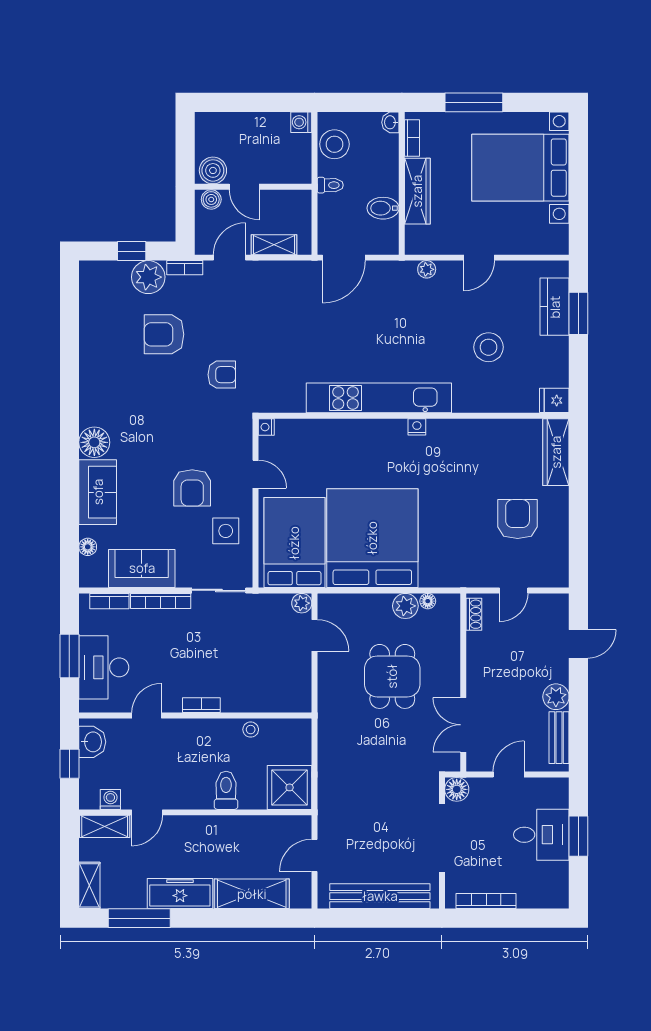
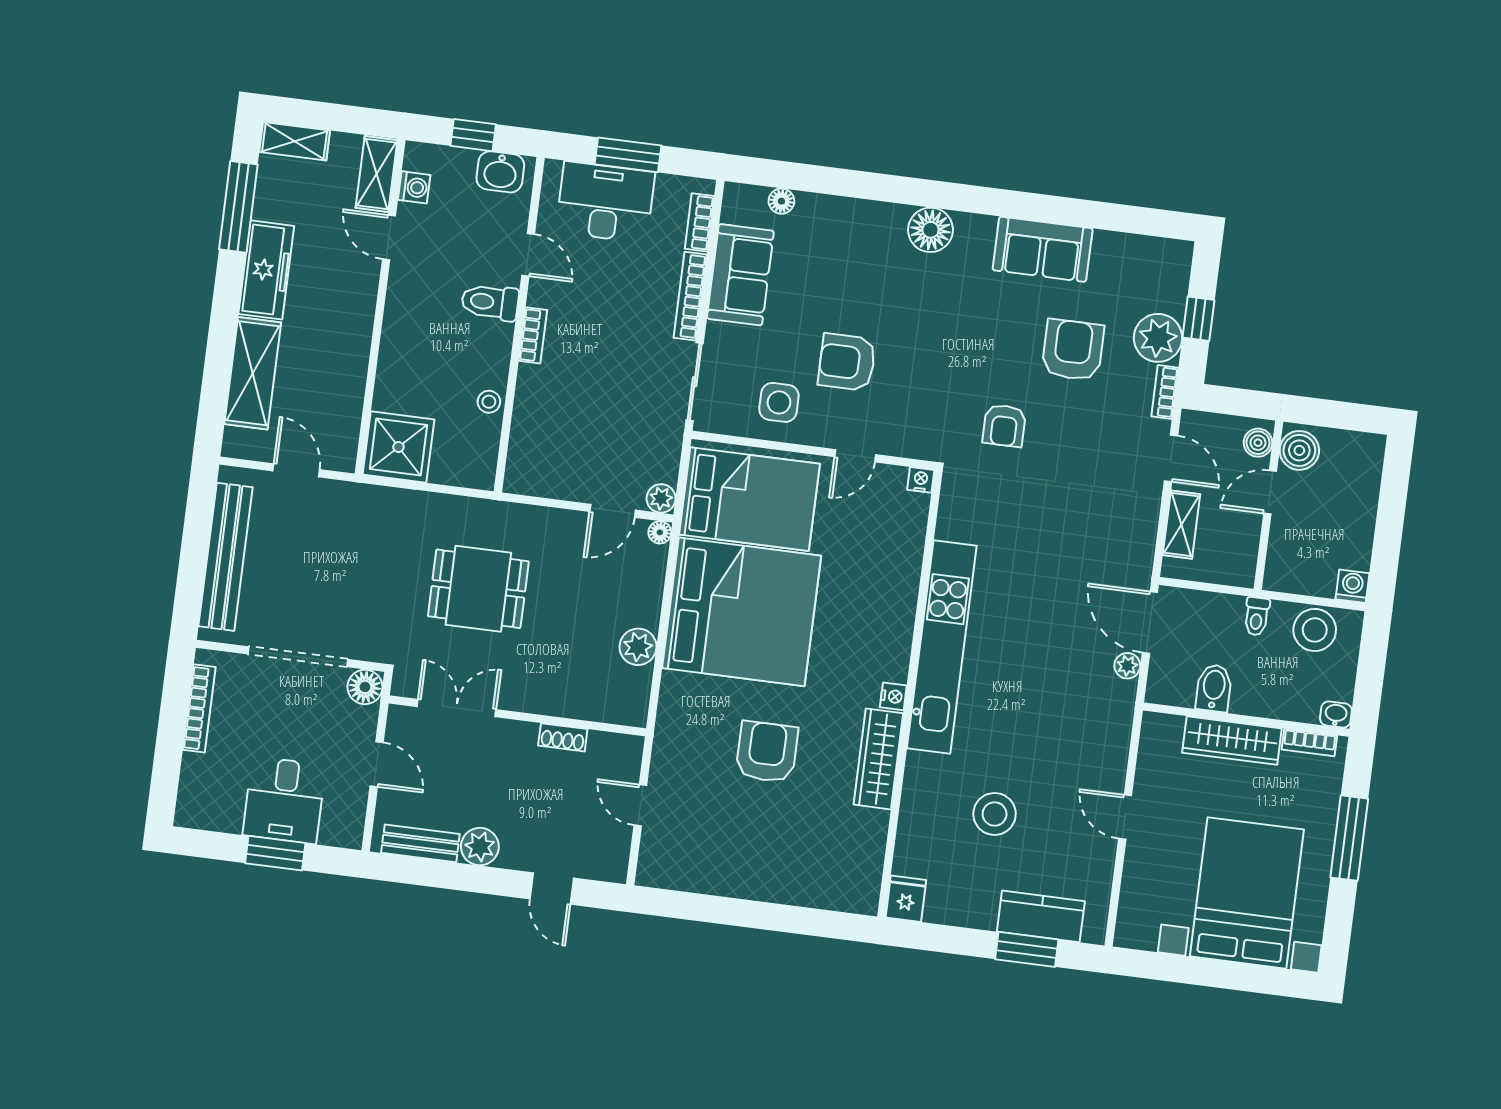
plant: (427, 269) -> (1127, 666), moved
wardrobe: (556, 452) -> (878, 759), moved, turned -90
sofa: (98, 492) -> (1043, 249), moved
armchair: (518, 519) -> (767, 752), moved, turned -90
floor lamp: (428, 601) -> (660, 532), moved
shoe rack: (474, 614) -> (563, 737), moved
dining table: (392, 676) -> (478, 589), moved
toilet: (226, 790) -> (490, 302), moved, turned 180

